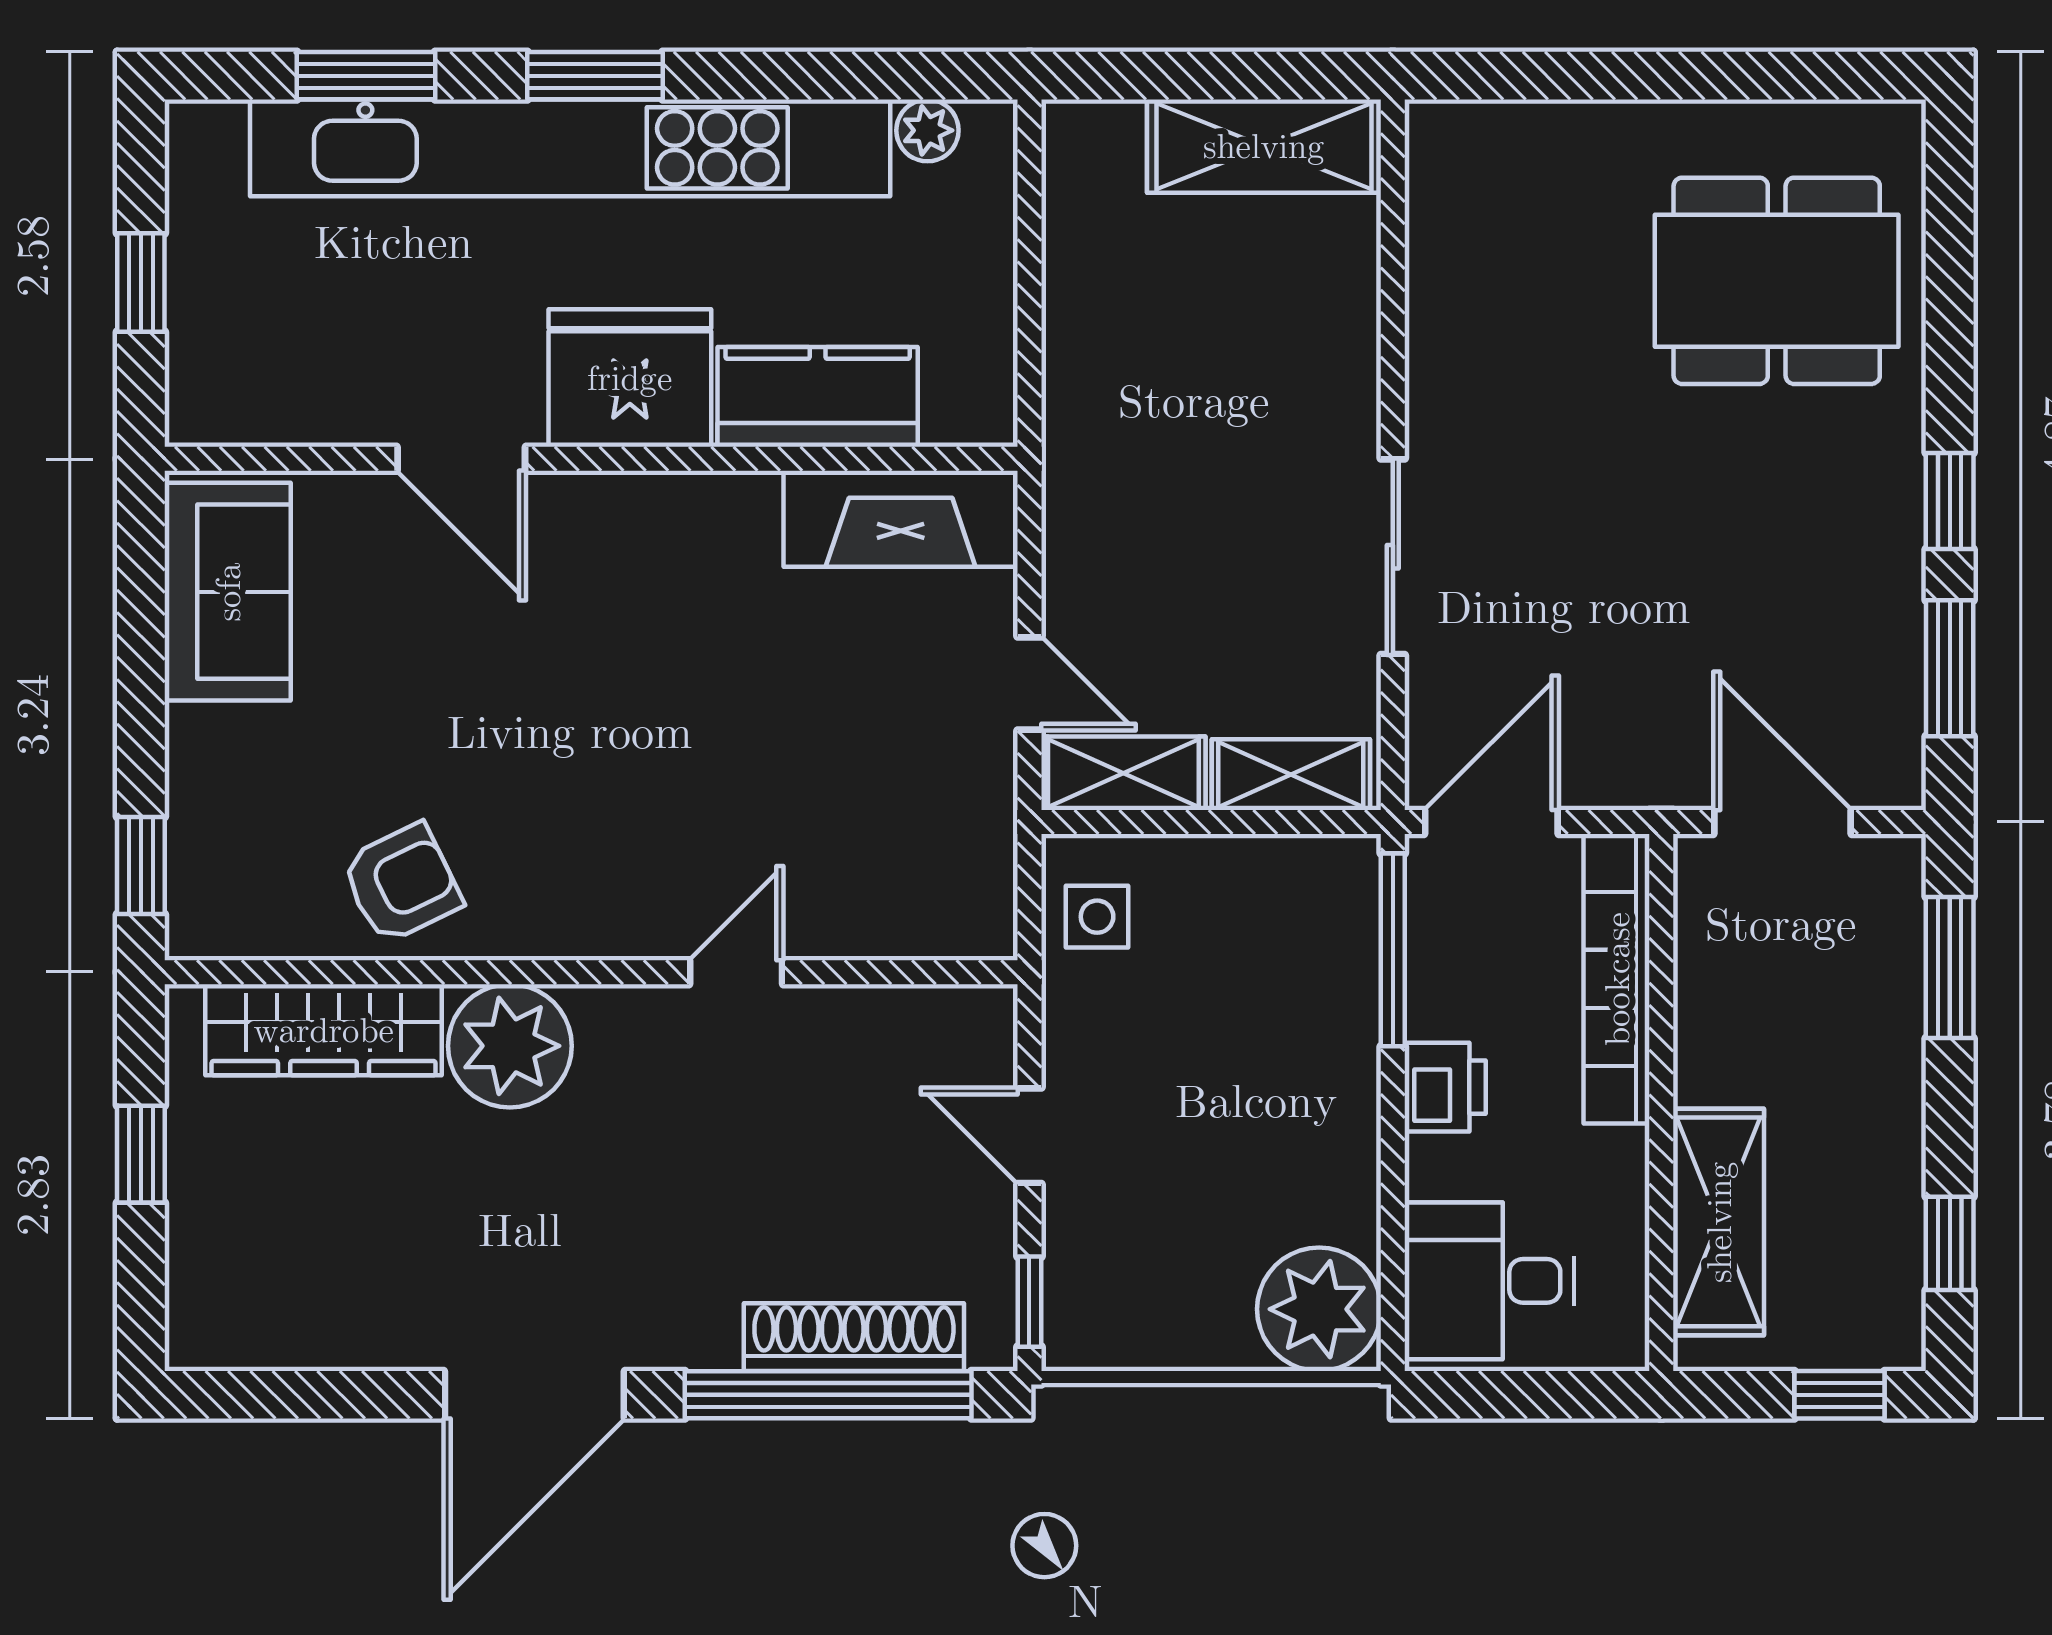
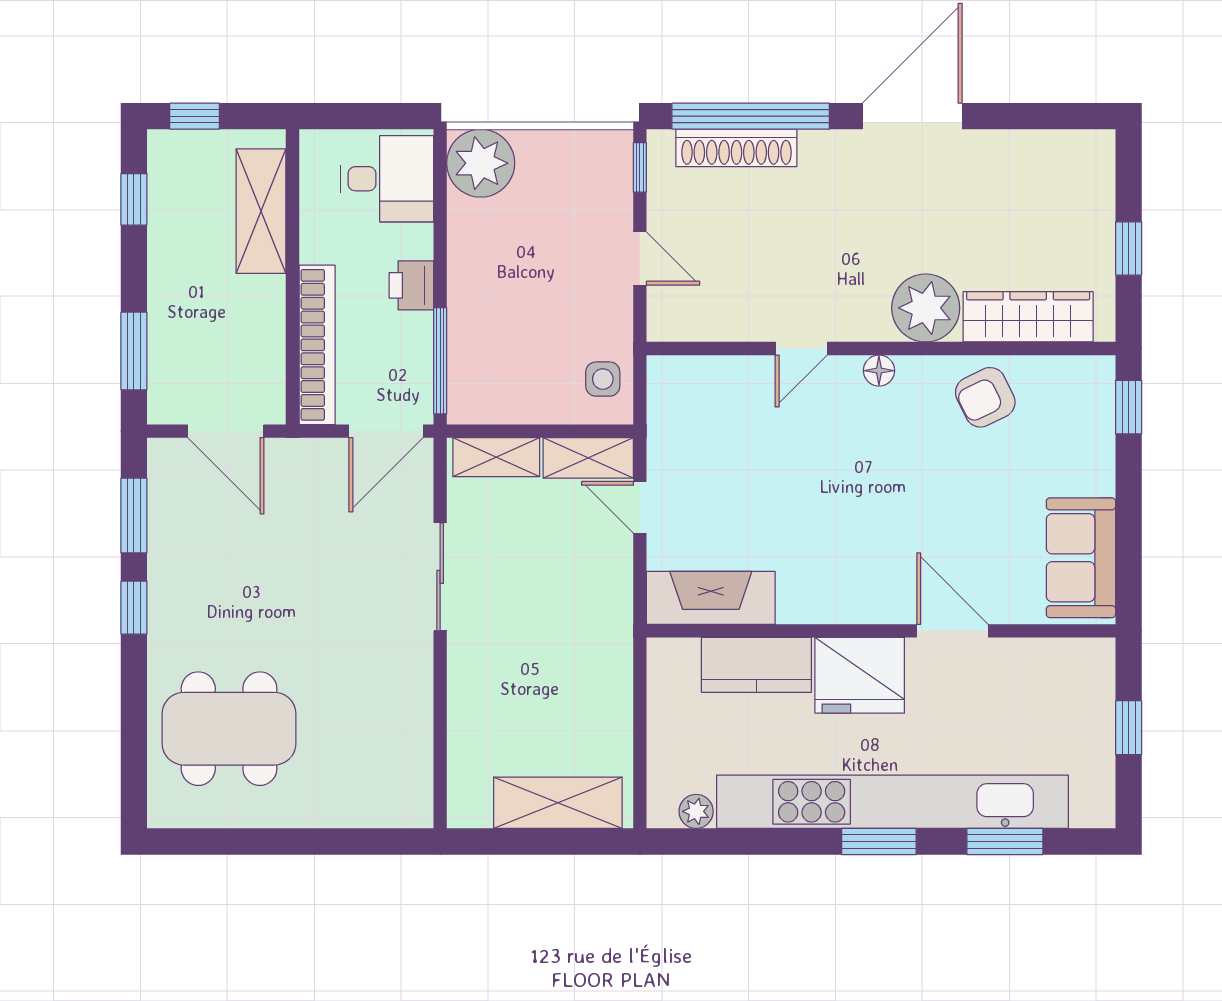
shelving: (1264, 146) -> (558, 803), moved
floor lamp: (595, 932) -> (879, 371), added

